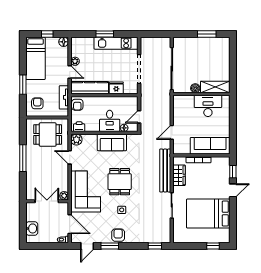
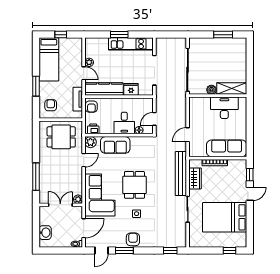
floor lamp: (64, 42) -> (77, 43), removed
sofa: (112, 142) -> (115, 145), moved
door: (70, 157) -> (84, 160), swing flipped
window: (23, 158) -> (36, 177), moved
door: (70, 224) -> (84, 228), hinge flipped

